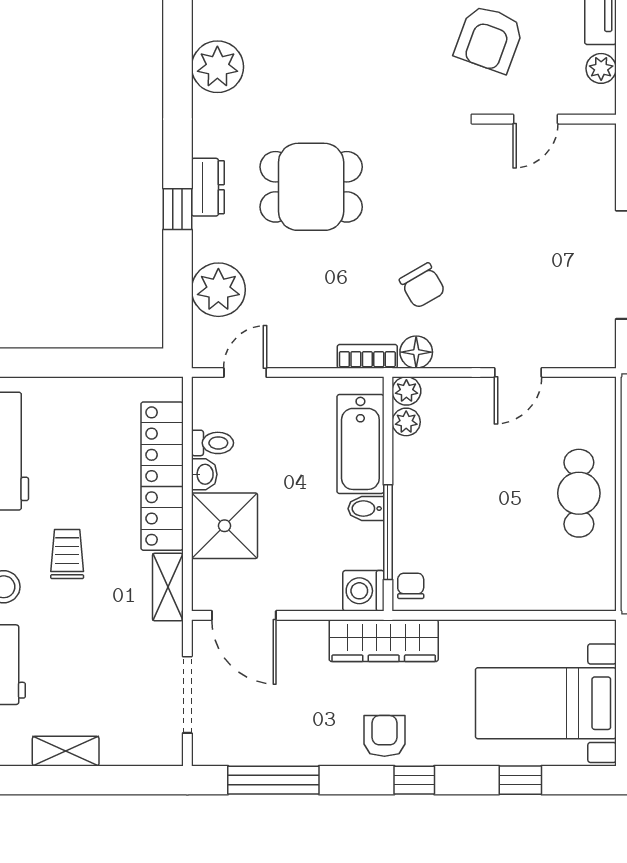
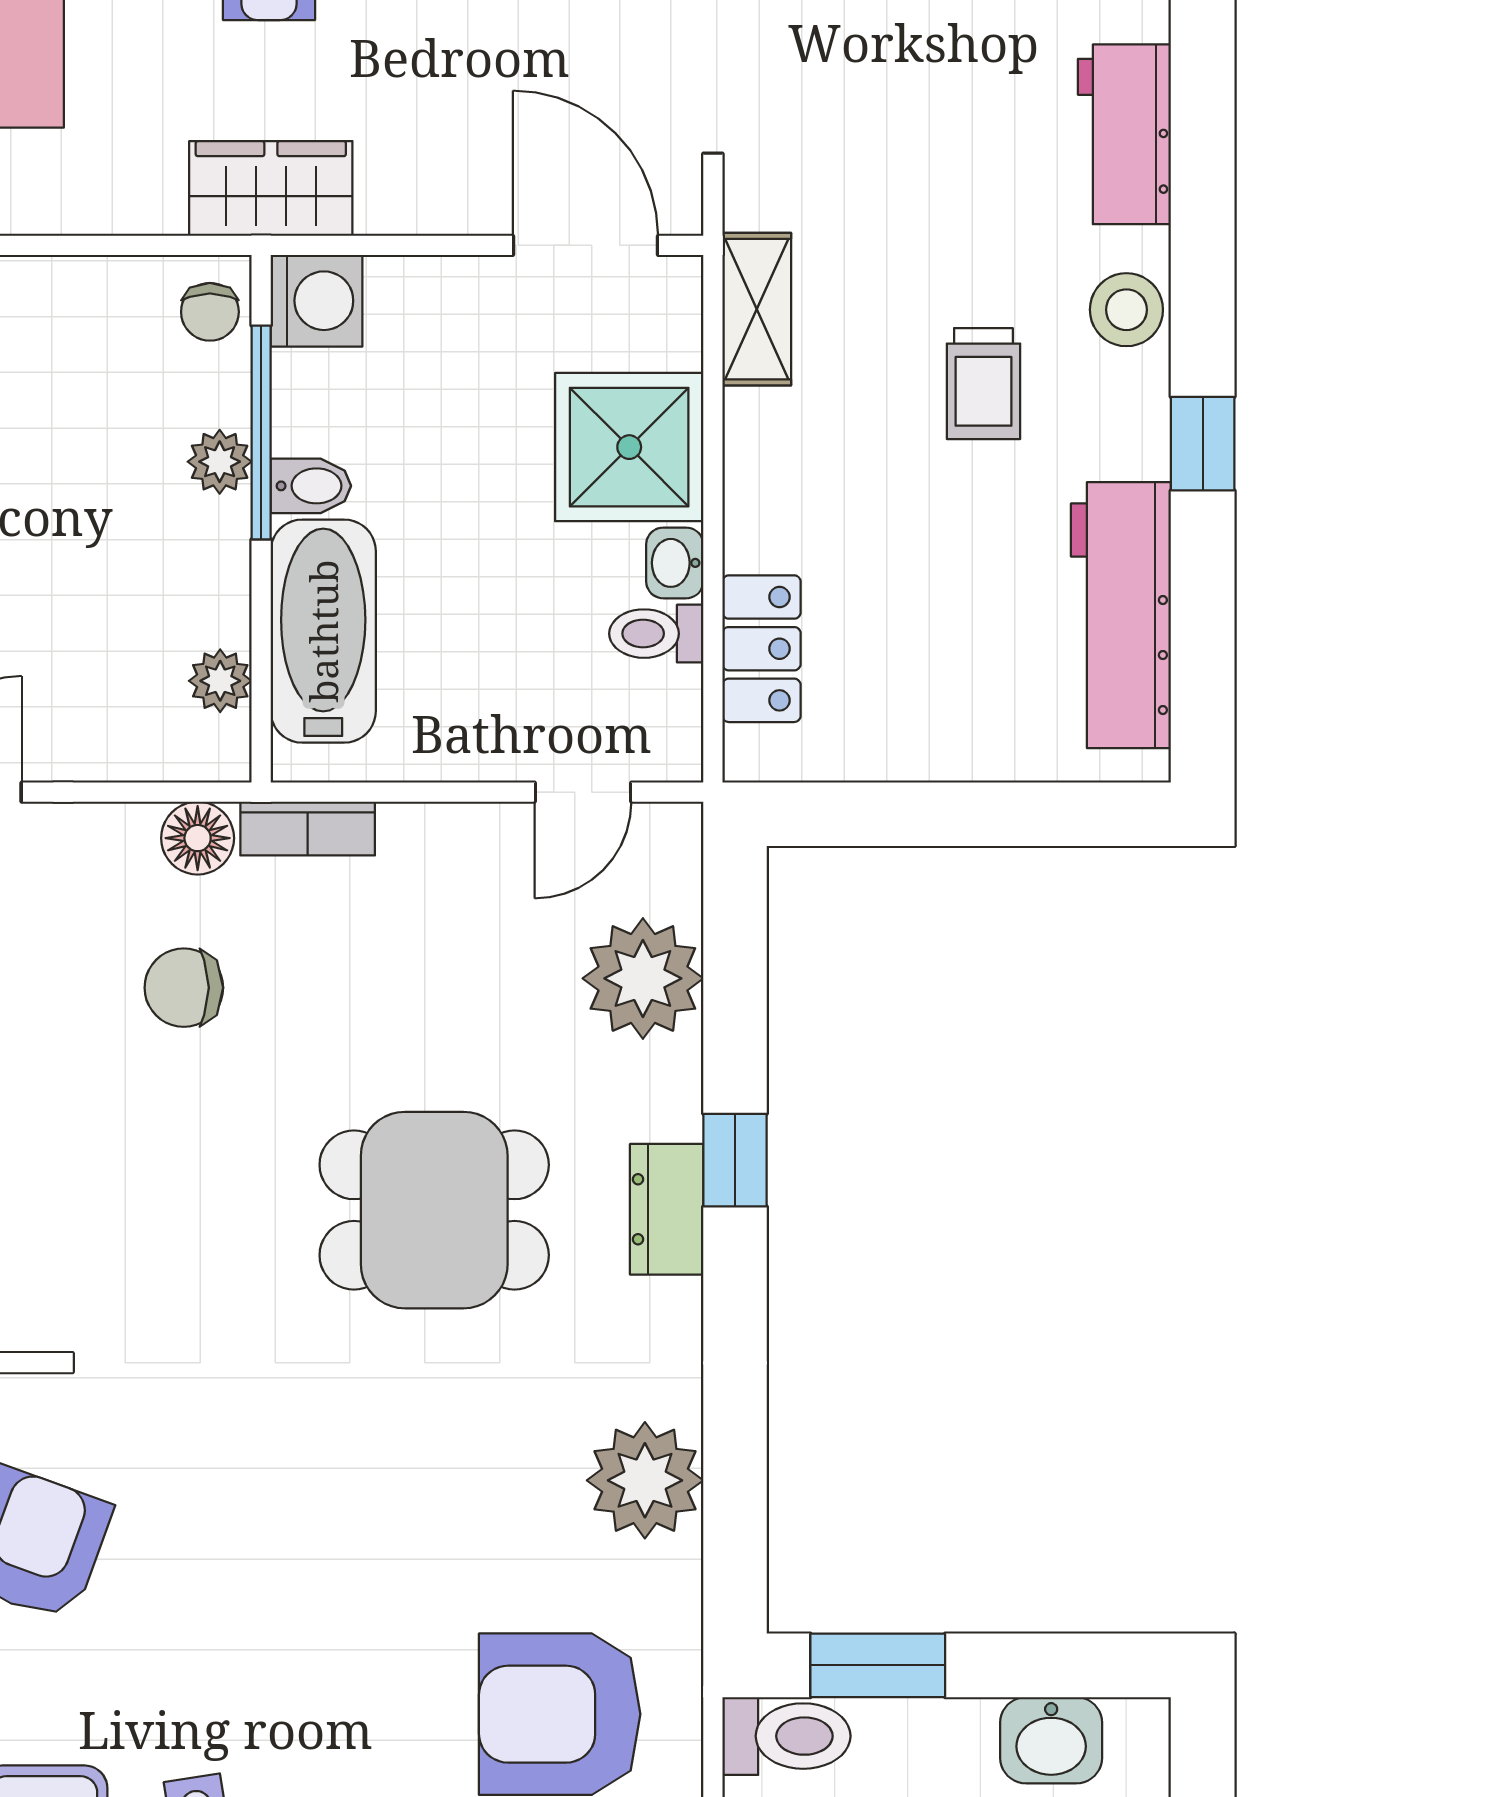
chair: (422, 286) -> (184, 988), turned -60
plant: (406, 391) -> (220, 462), moved
locker: (162, 476) -> (761, 649), width x0.46, depth x0.83
wardrobe: (384, 641) -> (271, 188), width x0.67

